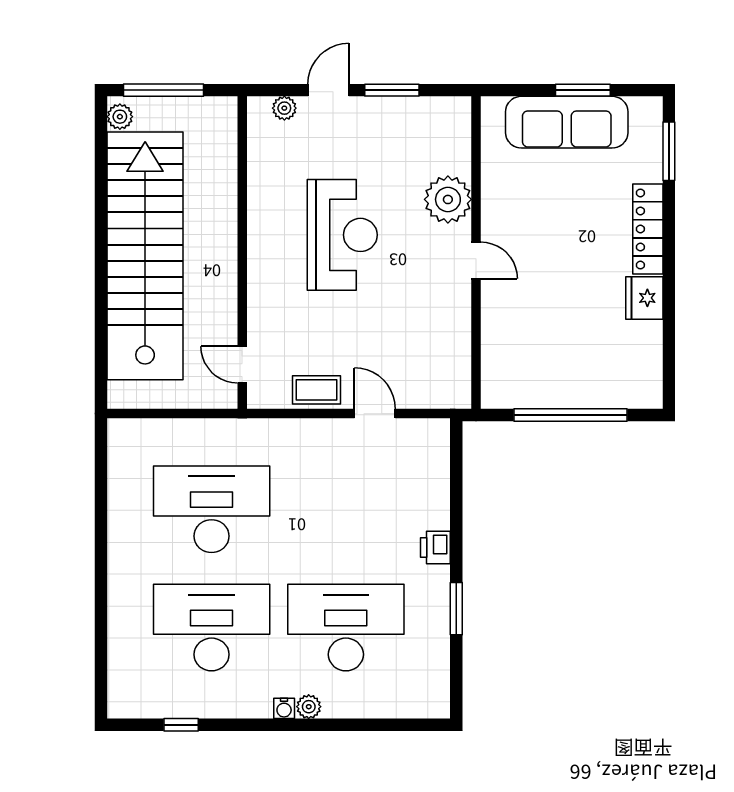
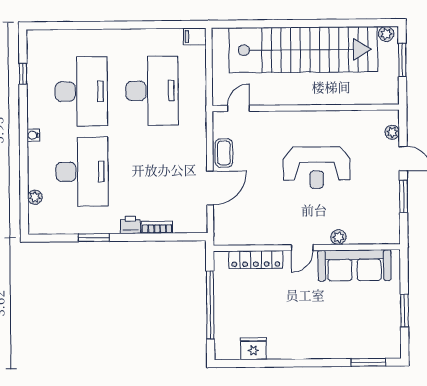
window: (164, 90) -> (402, 60), width x0.69
sofa: (567, 122) -> (354, 265), moved, turned -90
plant: (448, 199) -> (338, 237), width x0.53, depth x0.53
locker: (648, 229) -> (256, 260), moved, turned 180
fridge: (644, 298) -> (253, 349), moved
door: (375, 414) -> (210, 188), width x1.38
filing cabinet: (121, 437) -> (195, 36), added
bookcase: (440, 503) -> (157, 227), added
plant: (309, 707) -> (35, 197), moved

